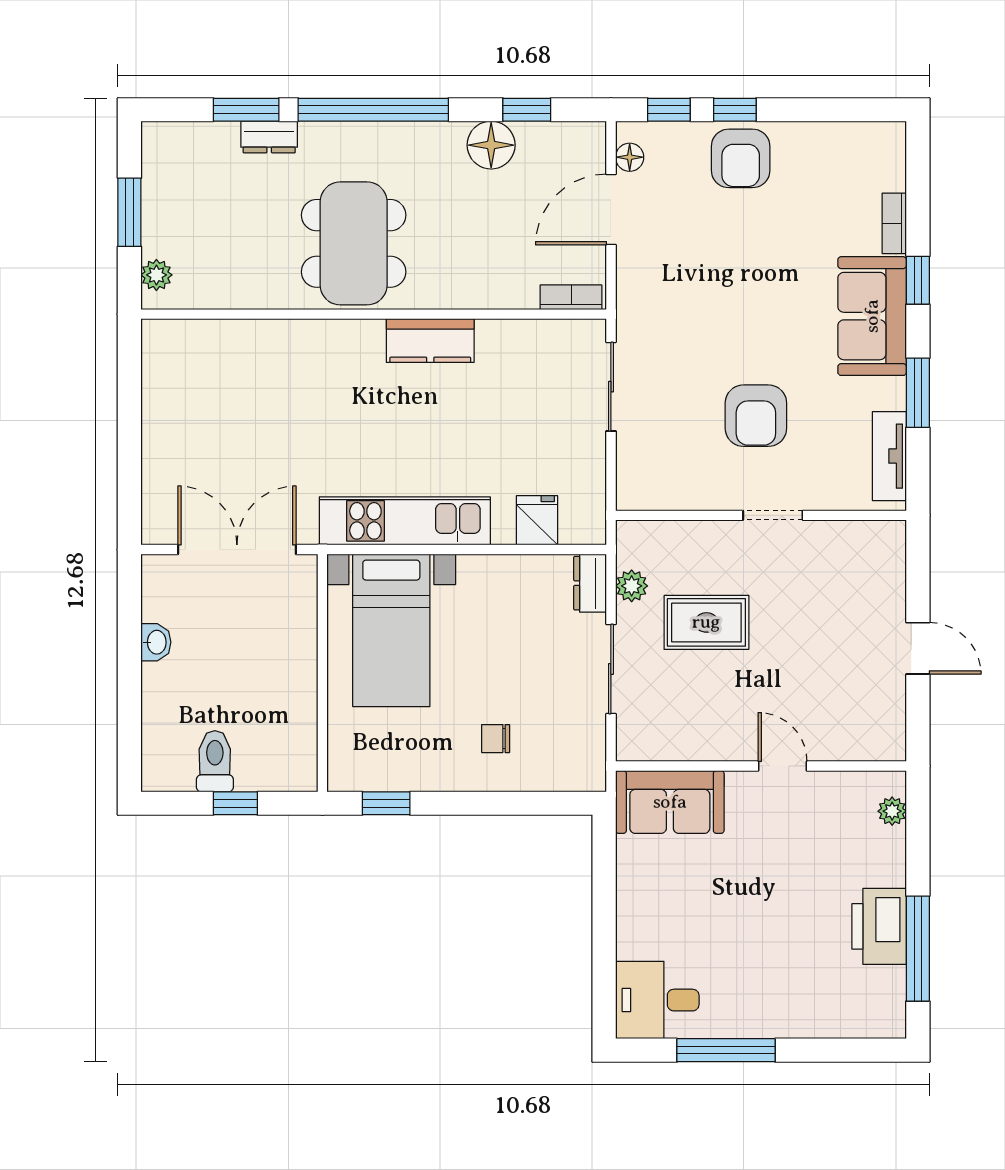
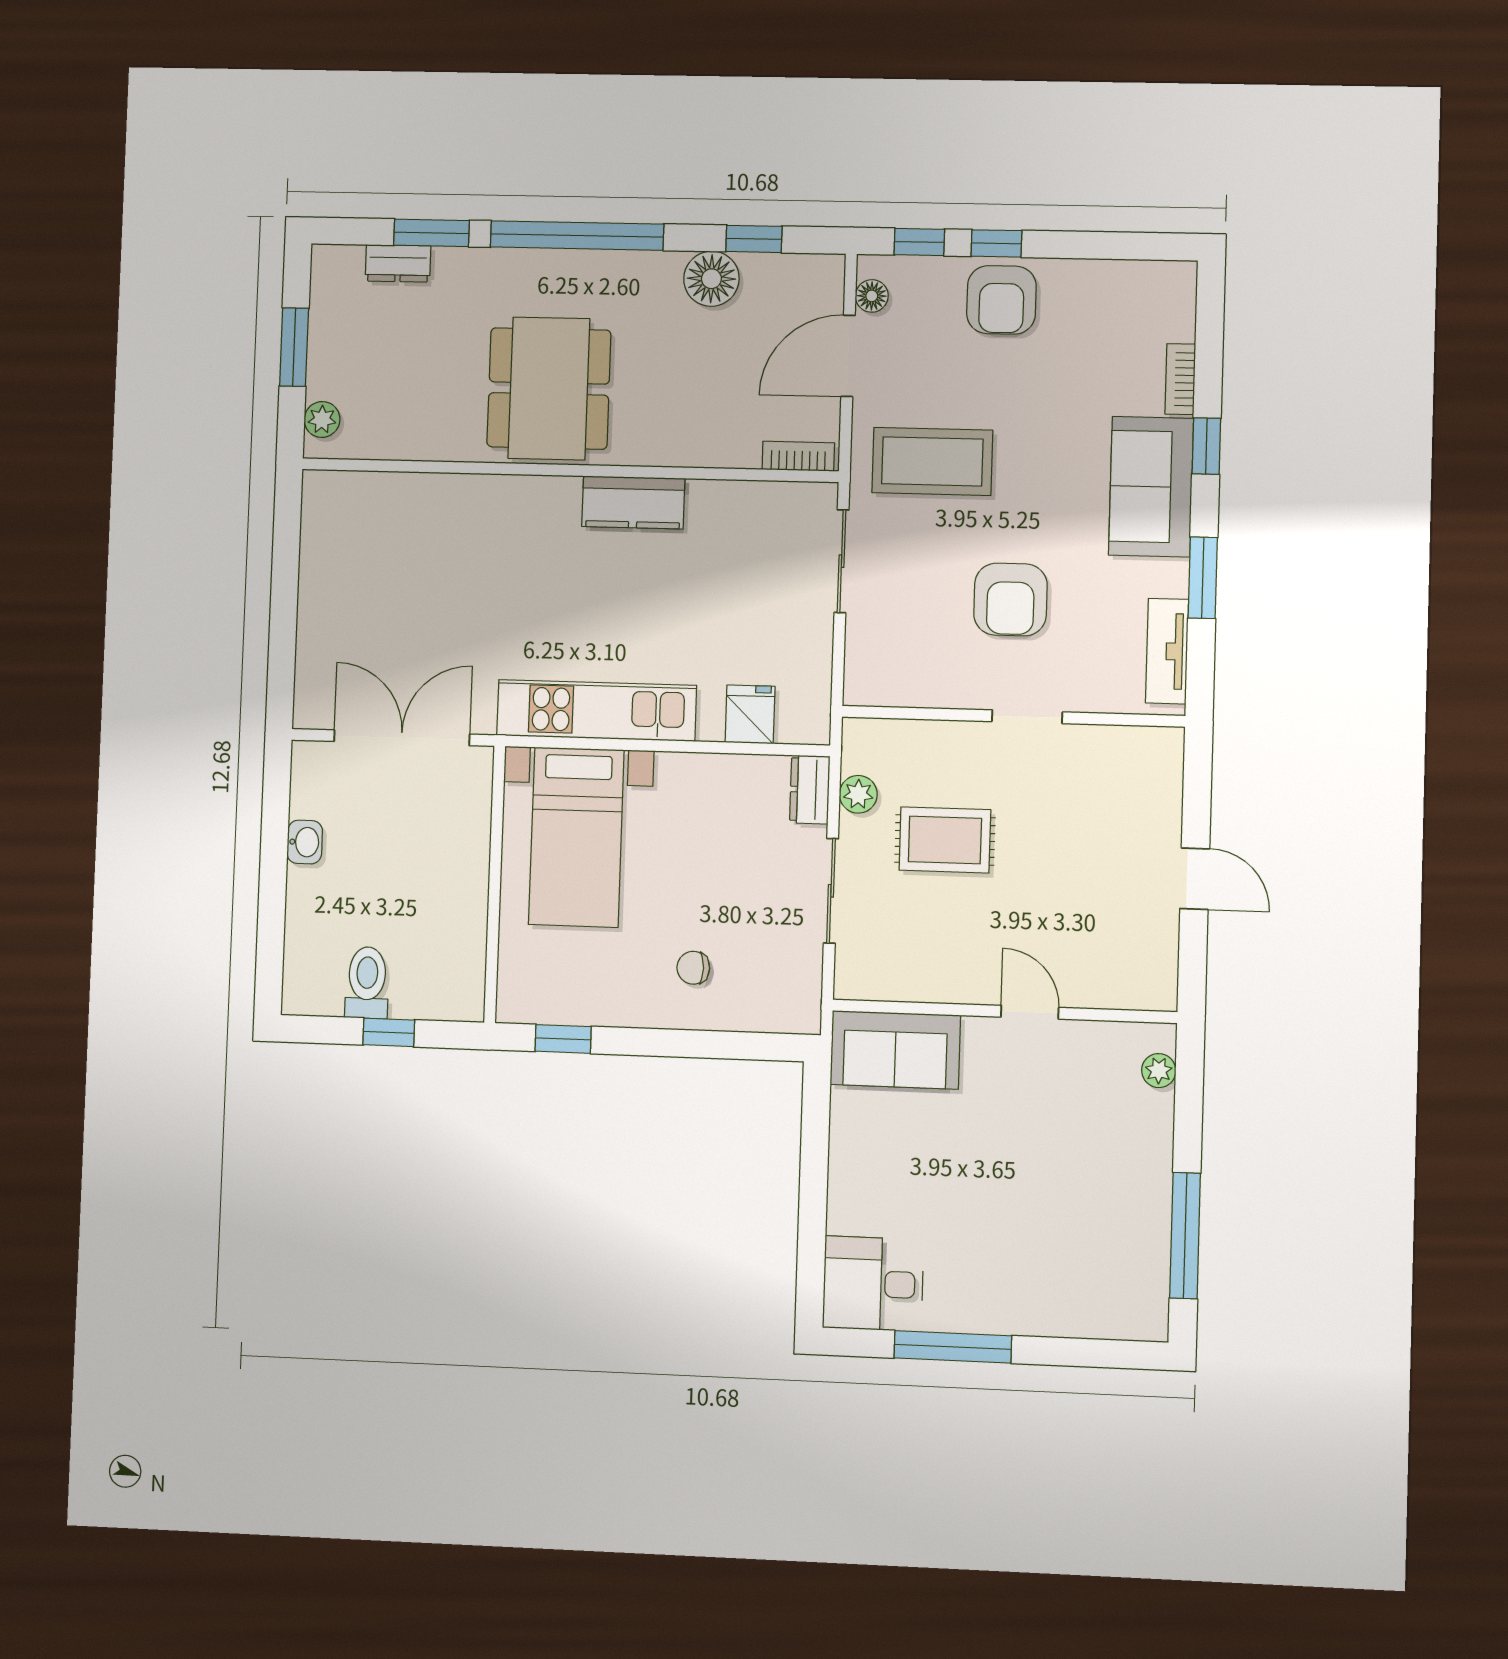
dresser: (269, 137) -> (398, 263), moved
coffee table: (686, 299) -> (932, 461), added
printer: (879, 926) -> (1140, 1207), removed

